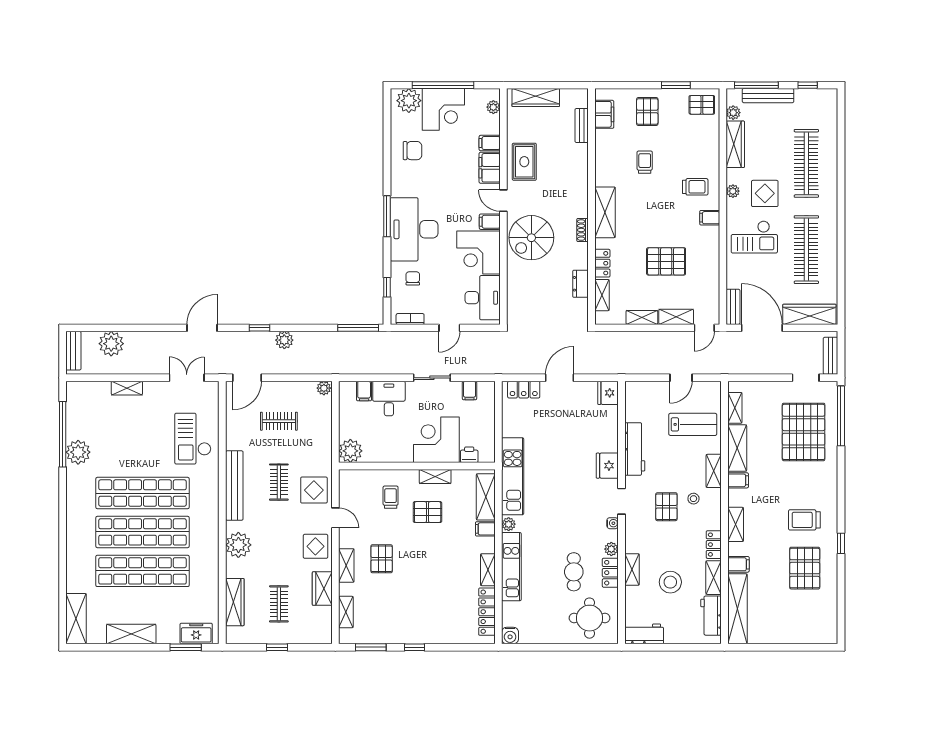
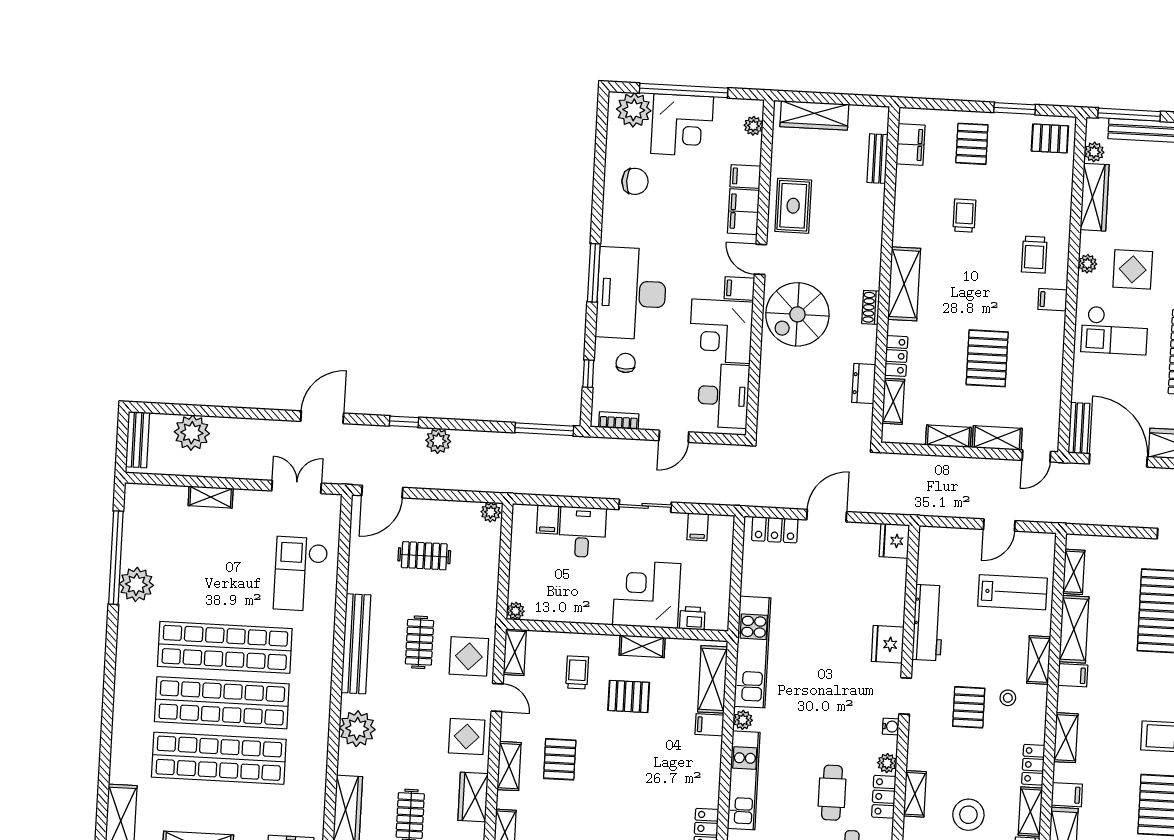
trolley: (695, 187) -> (1034, 255), turned 90
pallet: (666, 261) -> (987, 358), turned 90
plant: (350, 451) -> (516, 611), width x0.53, depth x0.53
shelving: (488, 570) -> (515, 652), moved

